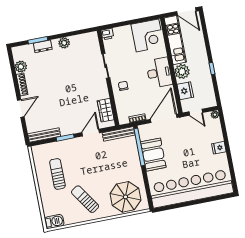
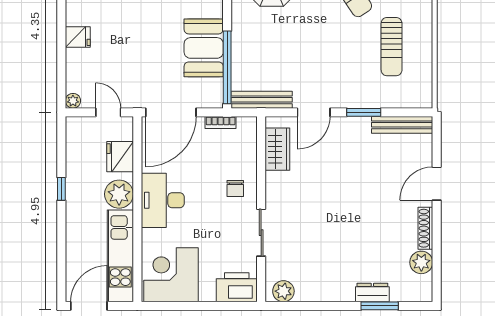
door: (186, 11) -> (89, 306), hinge flipped
printer: (107, 34) -> (237, 287), width x1.87, depth x1.48
plant: (64, 43) -> (283, 291), moved

